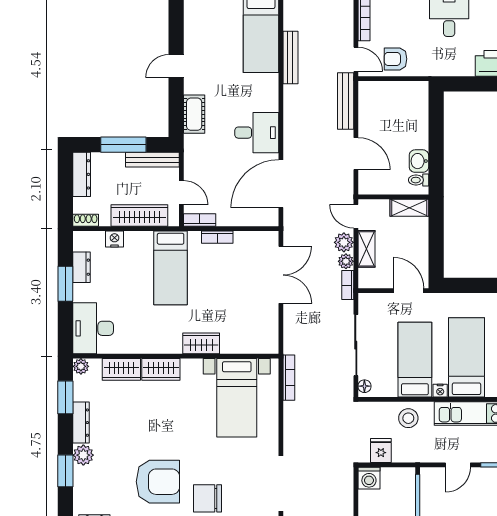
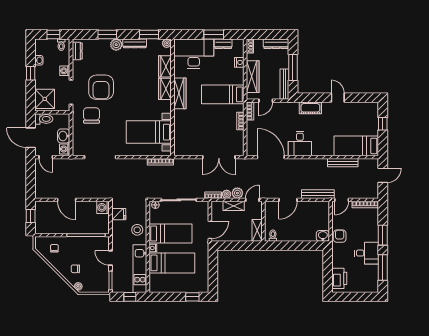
armchair: (396, 59) -> (340, 236), moved
washbasin: (419, 161) -> (323, 236), moved
desk: (93, 328) -> (194, 54), width x1.36, depth x1.30
wardrobe: (201, 343) -> (180, 93), moved, width x1.50

